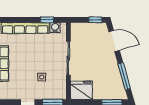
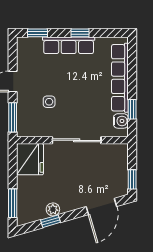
plant: (116, 74) -> (53, 209), added
window: (124, 76) -> (50, 221), width x0.46

